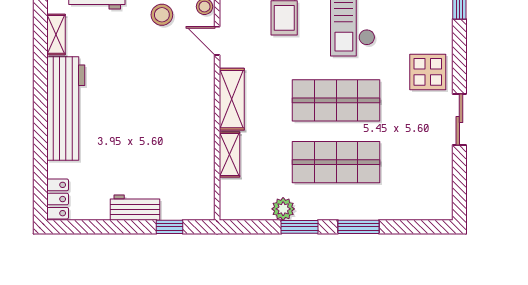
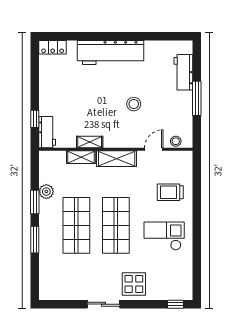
stool: (162, 15) -> (134, 104), moved
shelving: (56, 34) -> (90, 142), moved
workbench: (135, 208) -> (47, 132), moved

